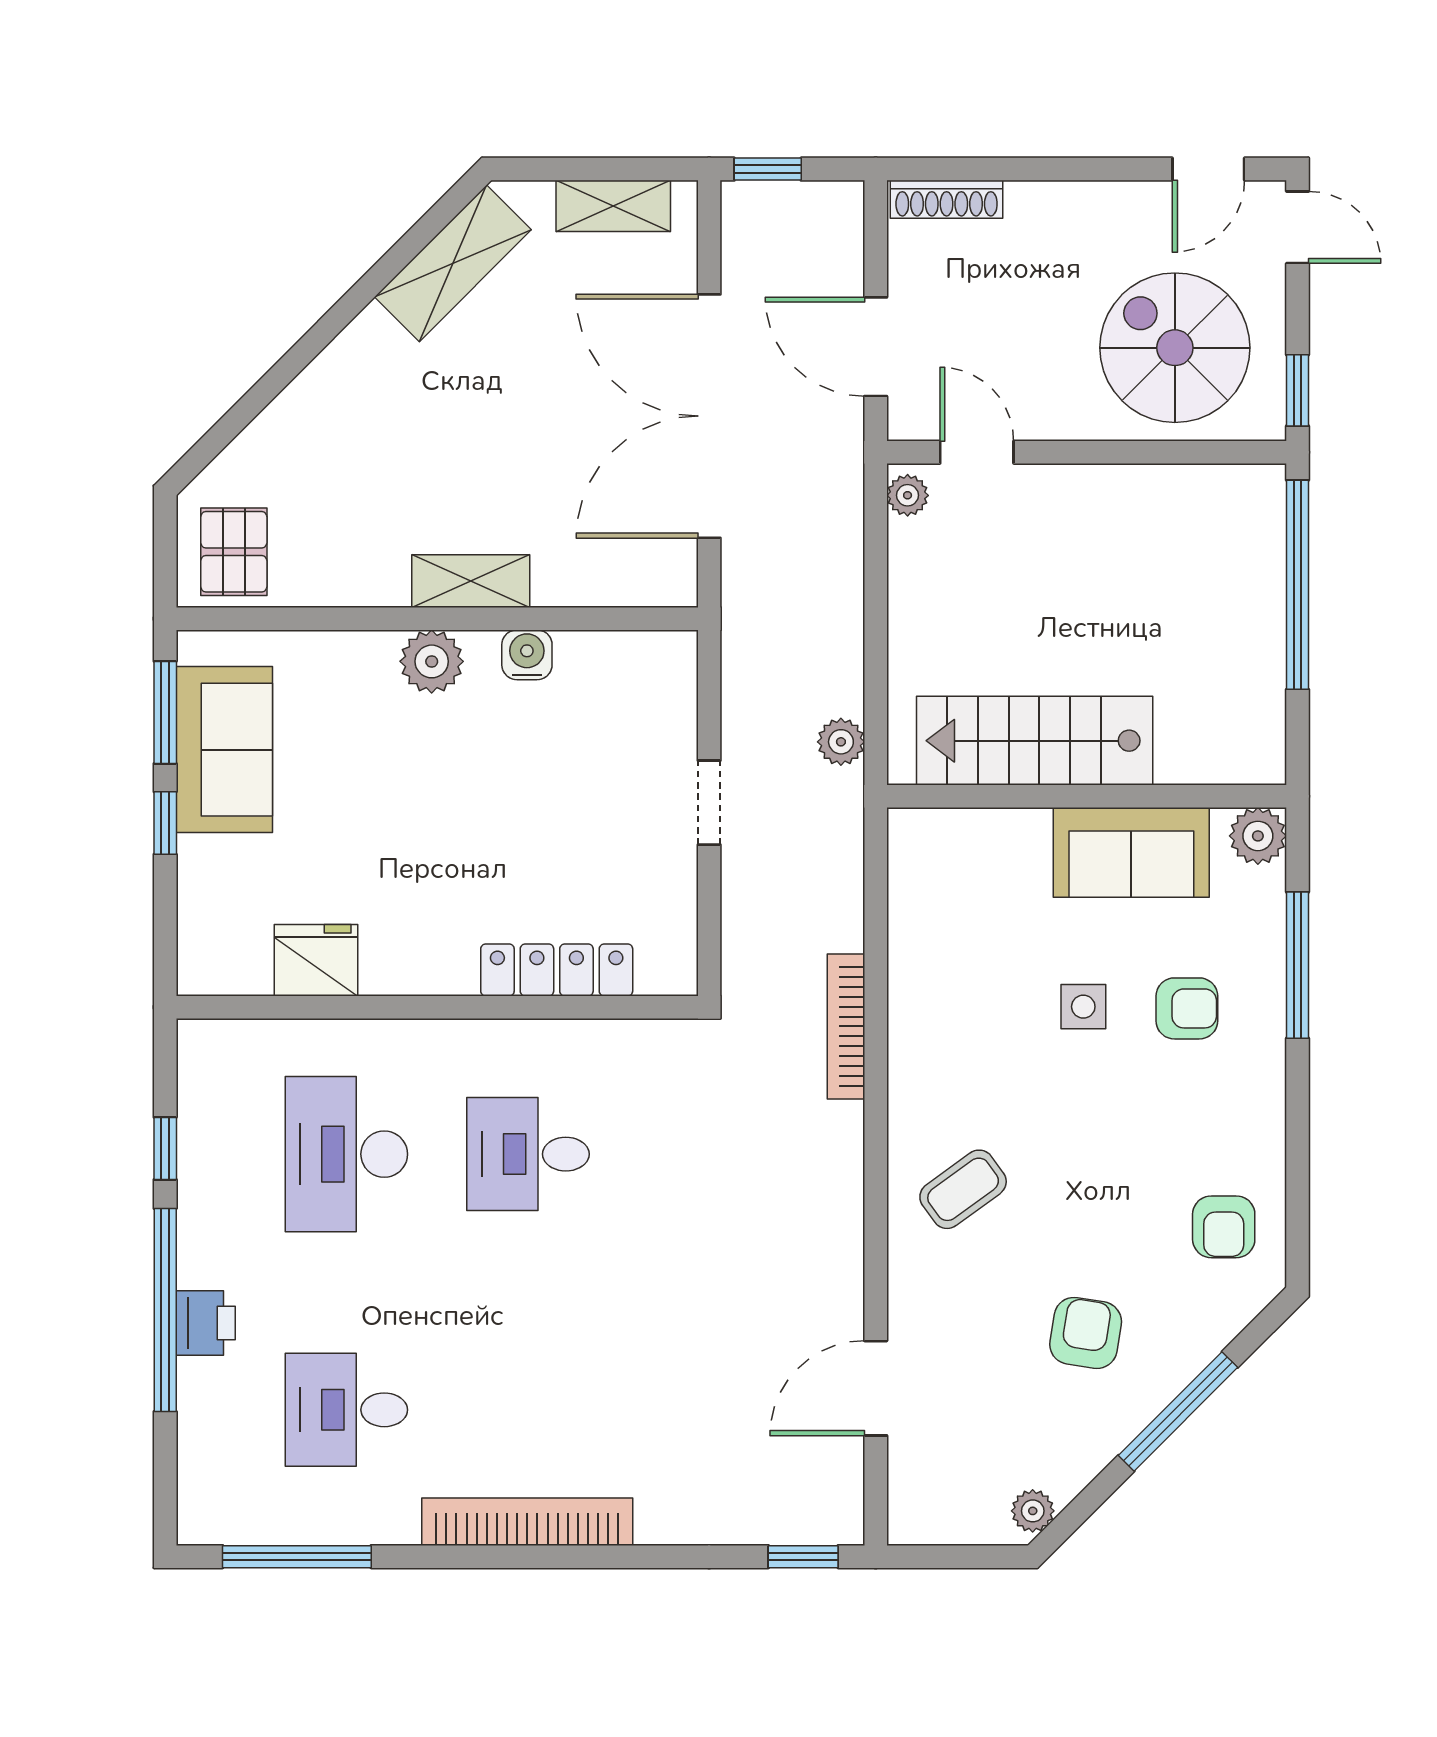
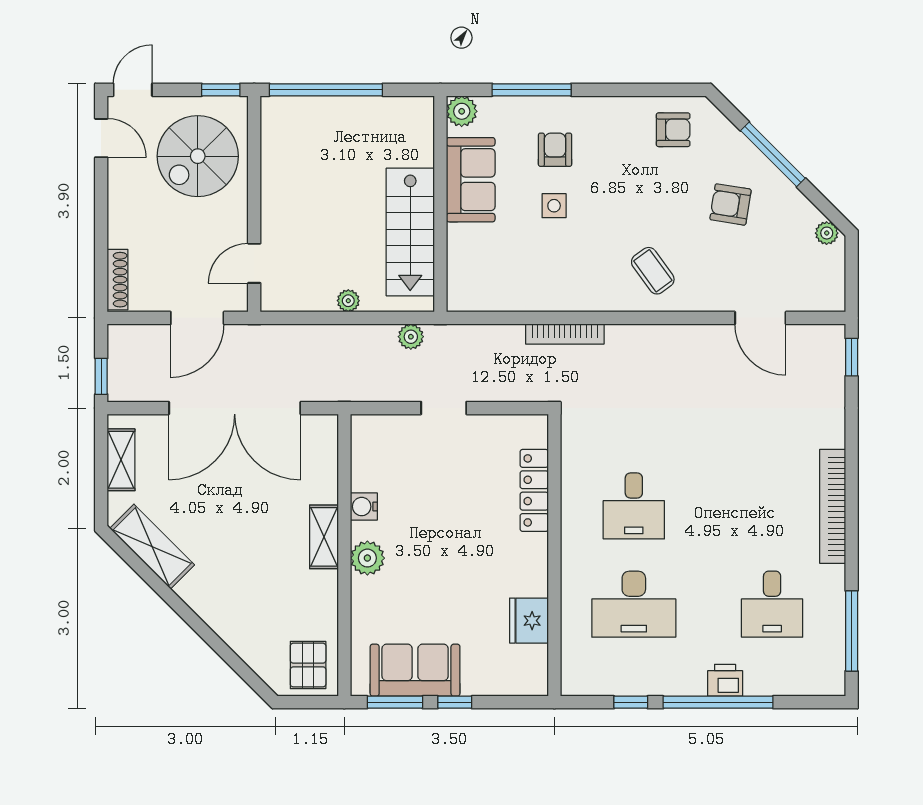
plant: (908, 495) -> (348, 301), moved
pallet: (234, 552) -> (308, 665), turned 90

